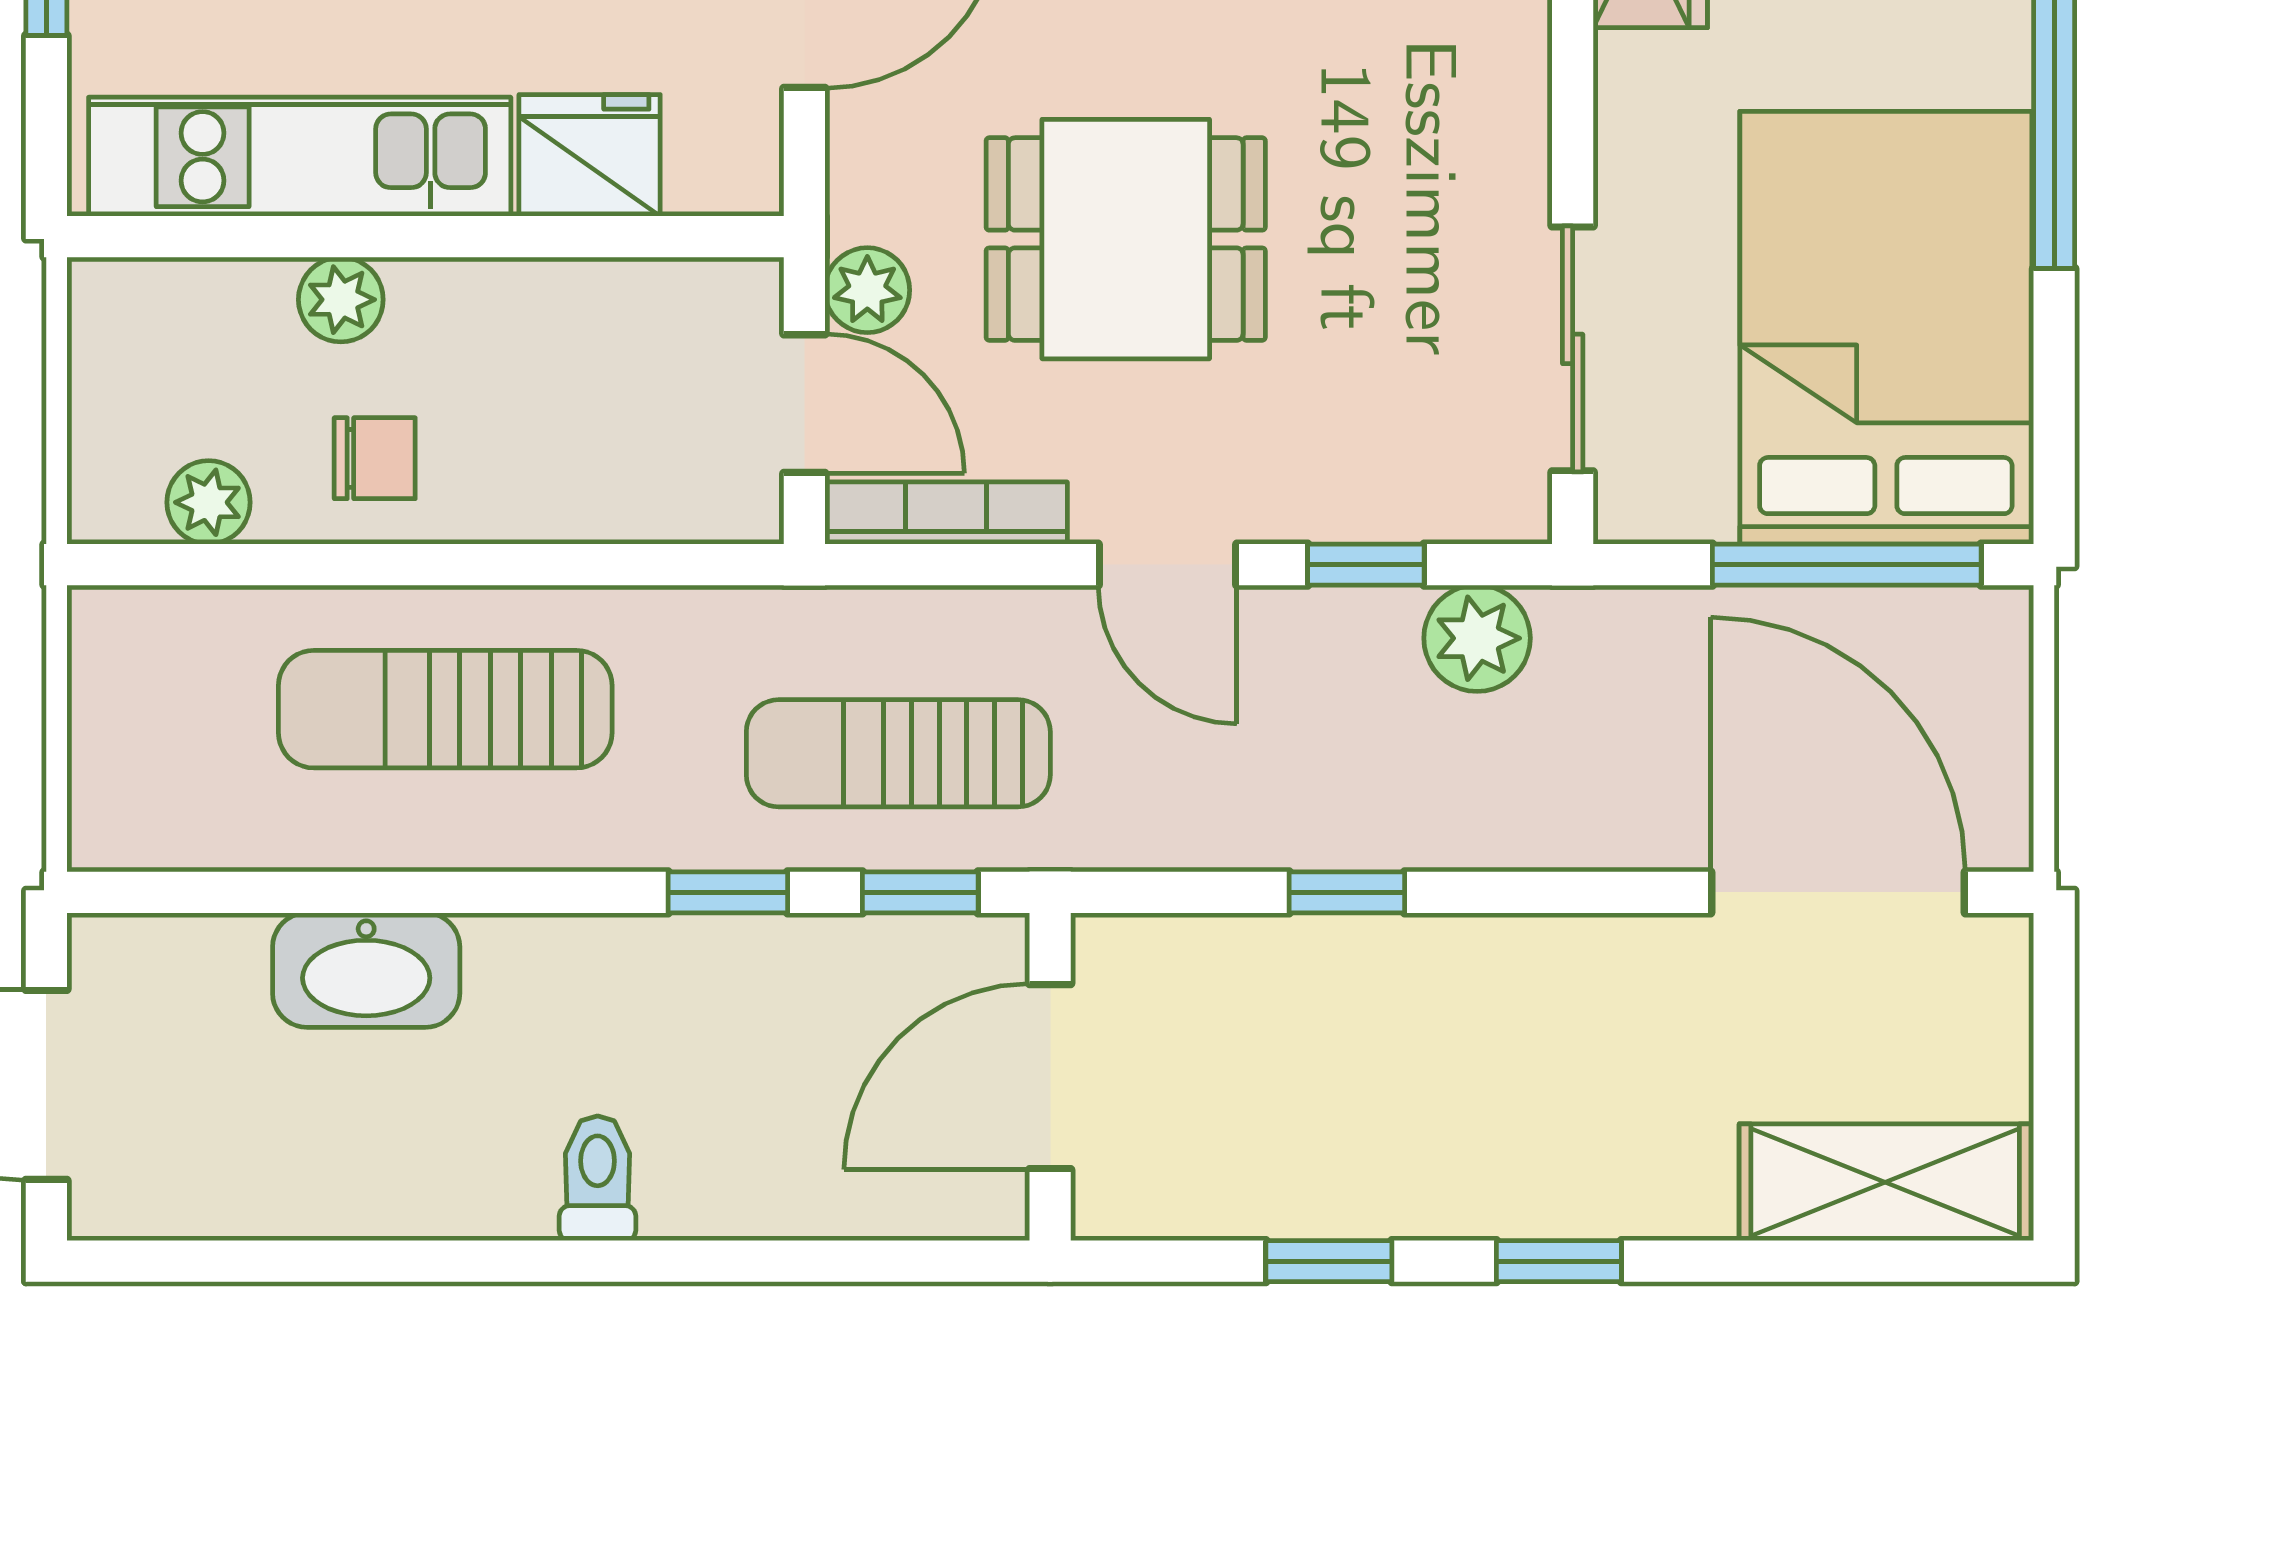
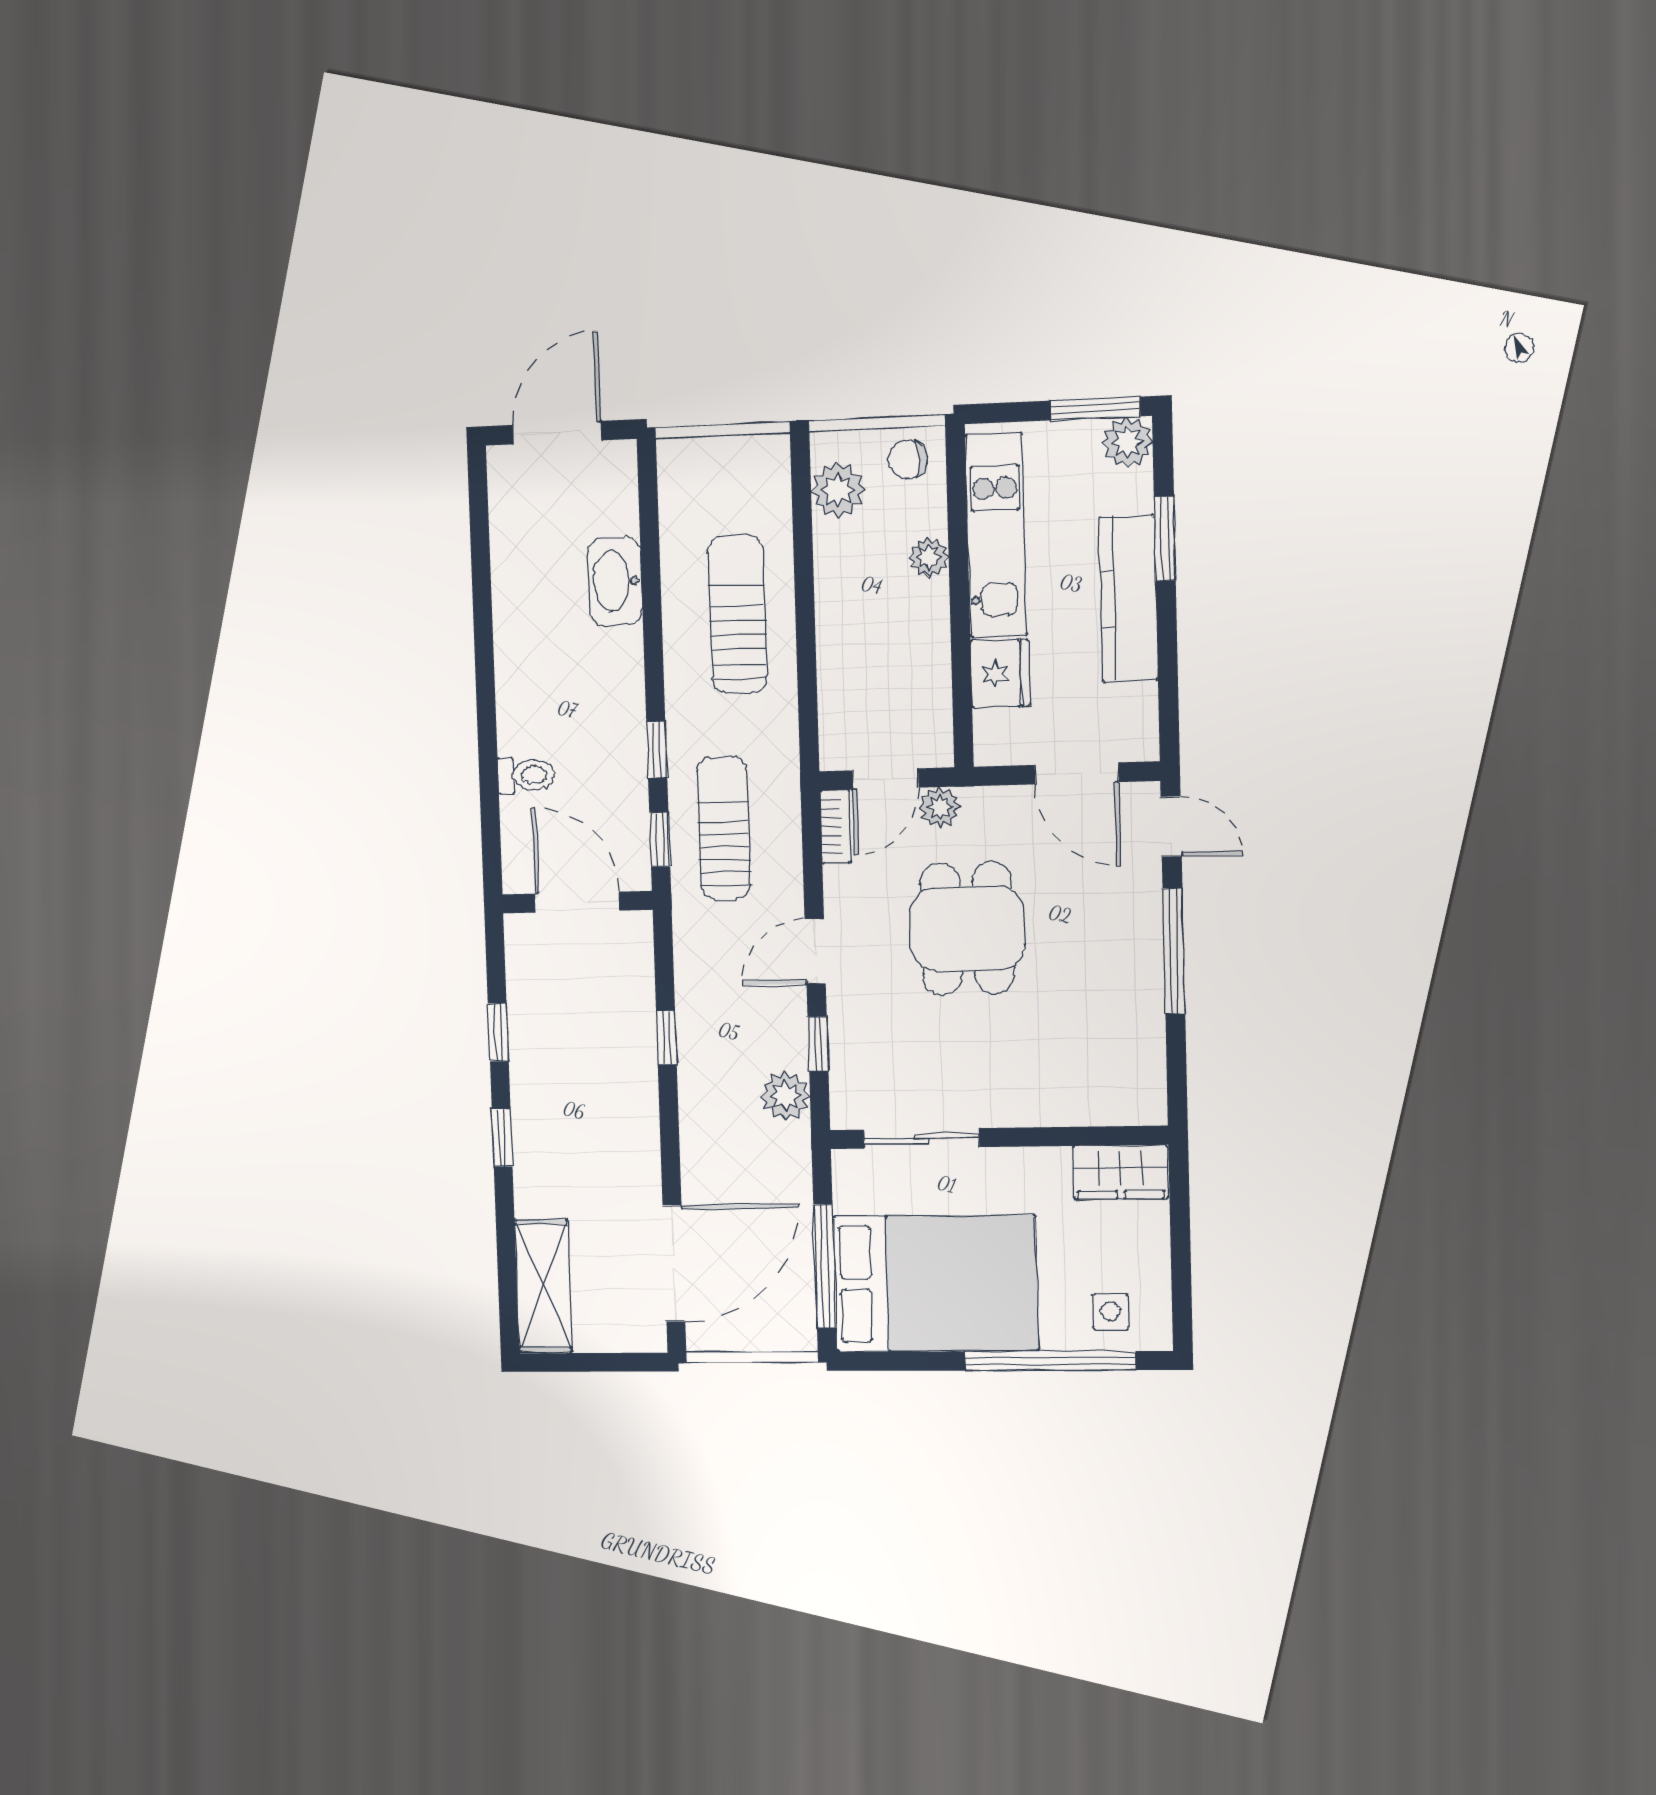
chair: (375, 458) -> (908, 459), moved, turned 90
plant: (209, 502) -> (838, 490), width x1.38, depth x1.38
bookcase: (946, 513) -> (836, 827), width x0.64
toilet: (598, 1178) -> (526, 775), moved

